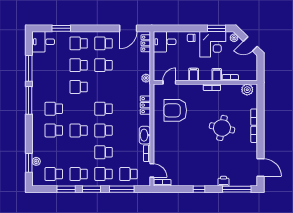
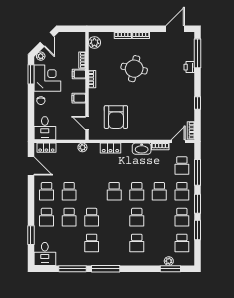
school desk: (54, 109) -> (92, 243), moved
window: (199, 189) -> (197, 103), moved

